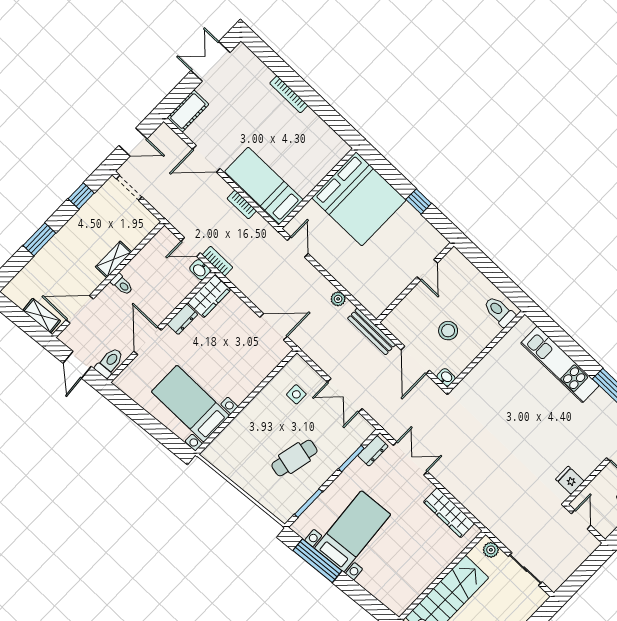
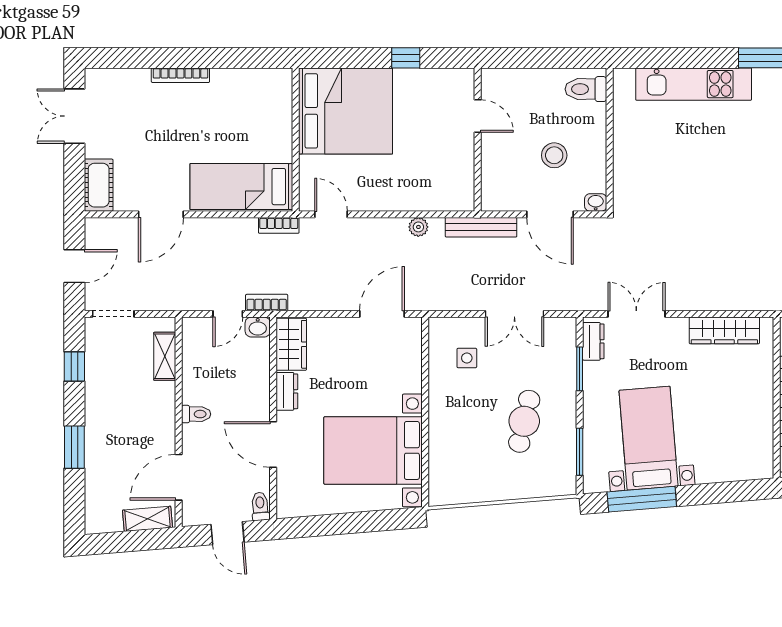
bookcase: (242, 205) -> (279, 225), moved
shelving: (114, 259) -> (165, 356), moved
toilet: (109, 363) -> (260, 506), width x0.73, depth x0.72
bed with nightstands: (190, 404) -> (373, 450), width x1.36

